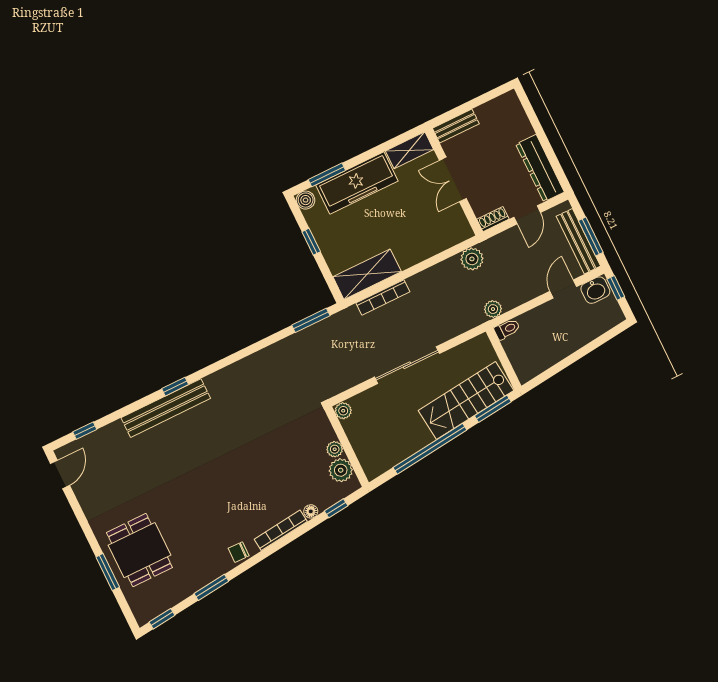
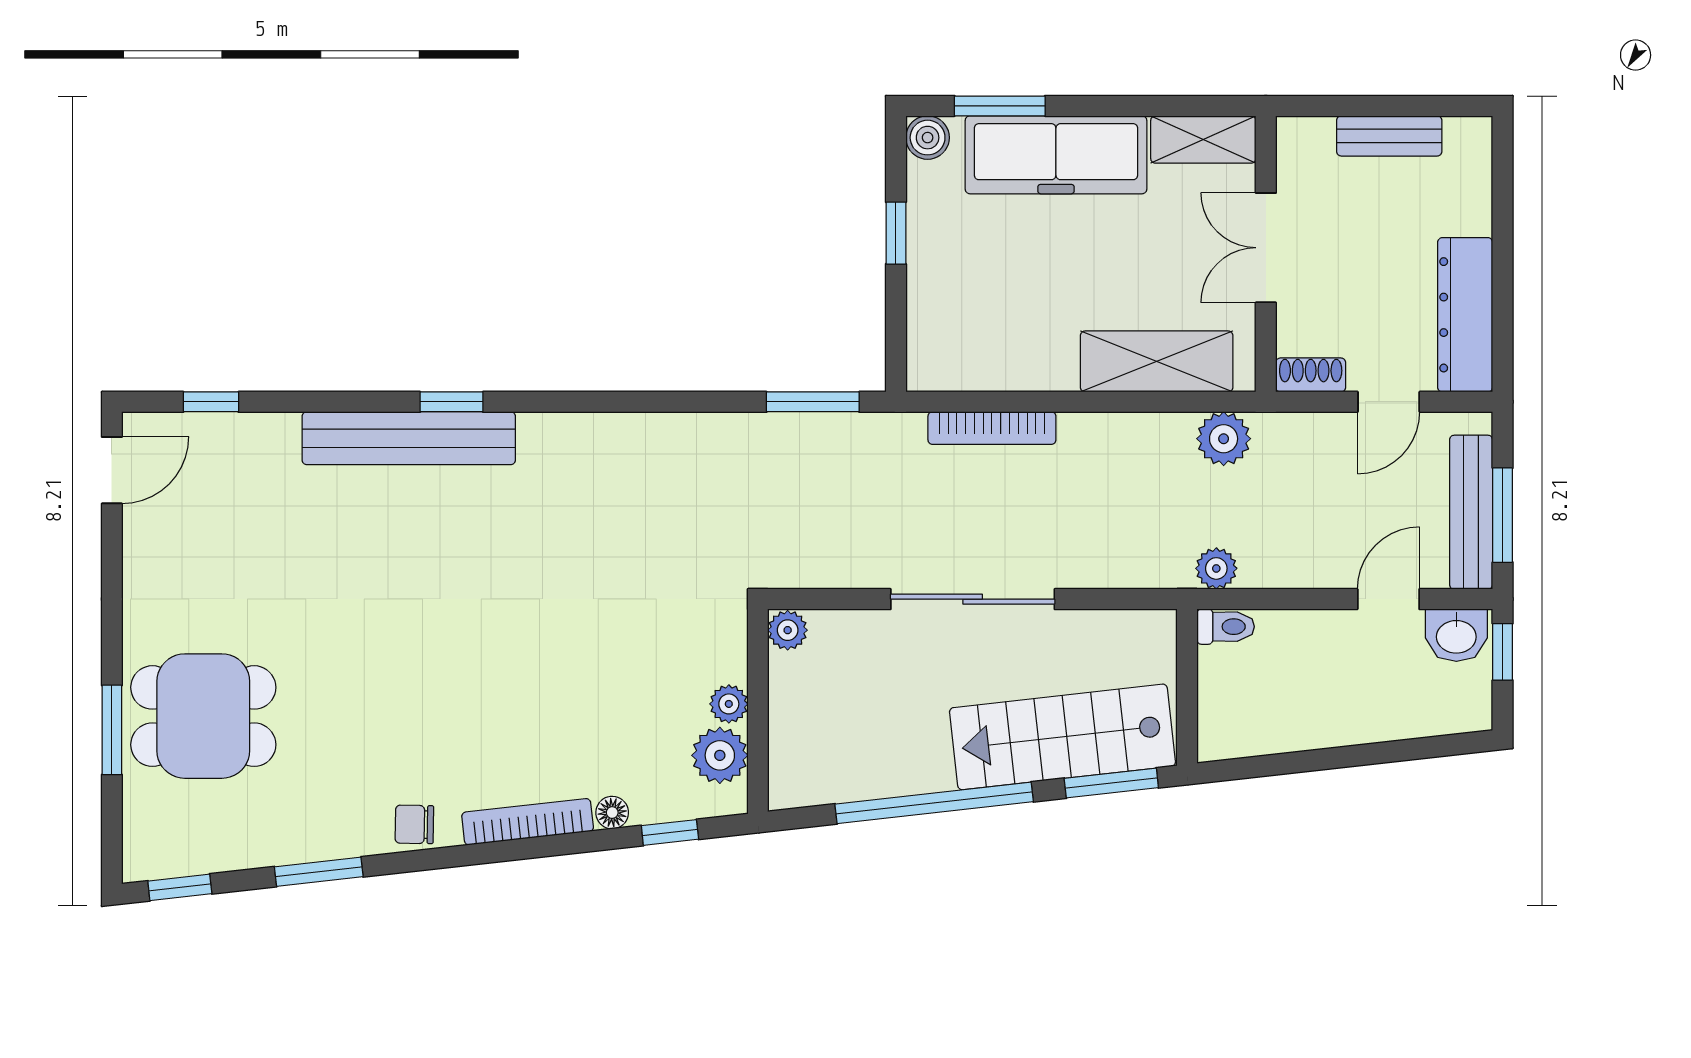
bench: (456, 126) -> (1389, 136), moved
shelving: (367, 274) -> (1157, 361), moved
dining table: (139, 550) -> (203, 716), turned 90

